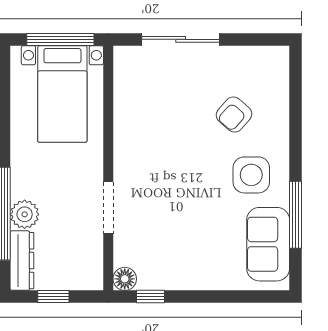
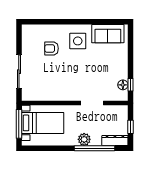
armchair: (234, 114) -> (52, 48), turned 139
plant: (25, 214) -> (84, 139), moved
window: (296, 215) -> (95, 22), removed
floor lamp: (125, 279) -> (123, 85), moved

